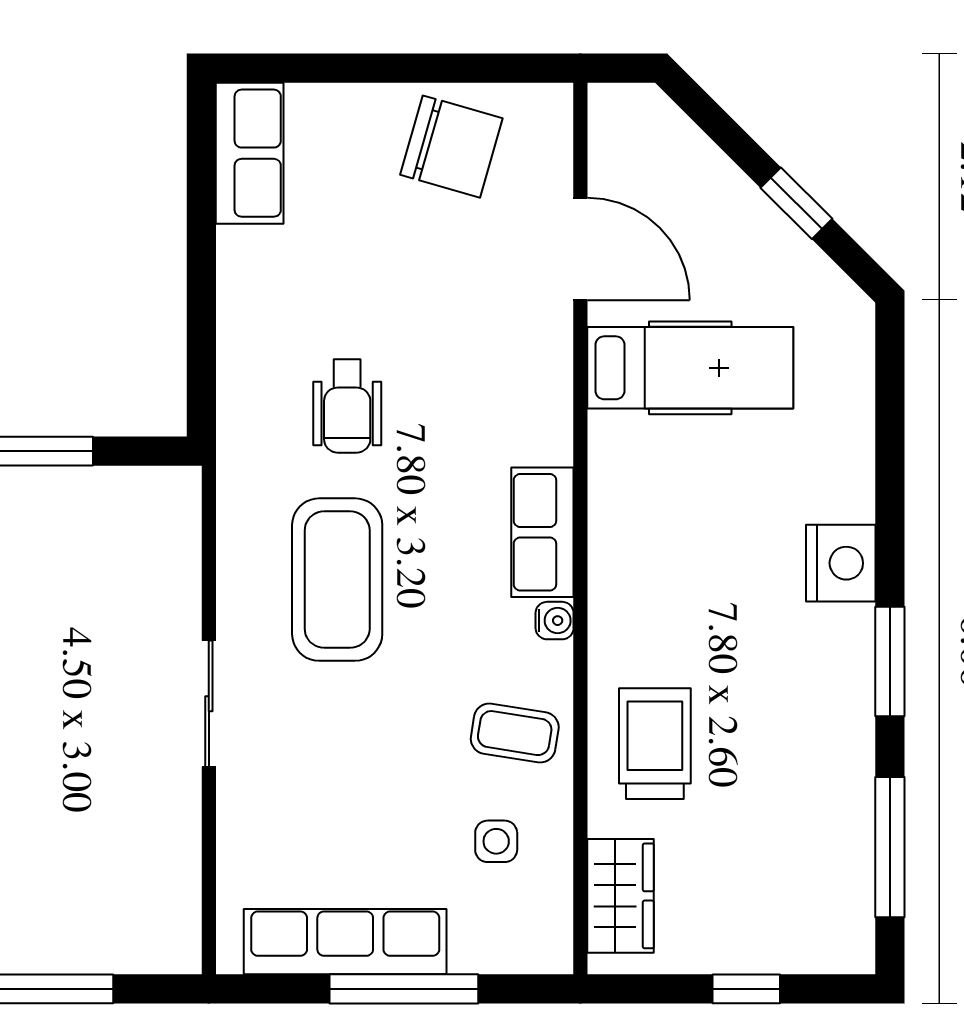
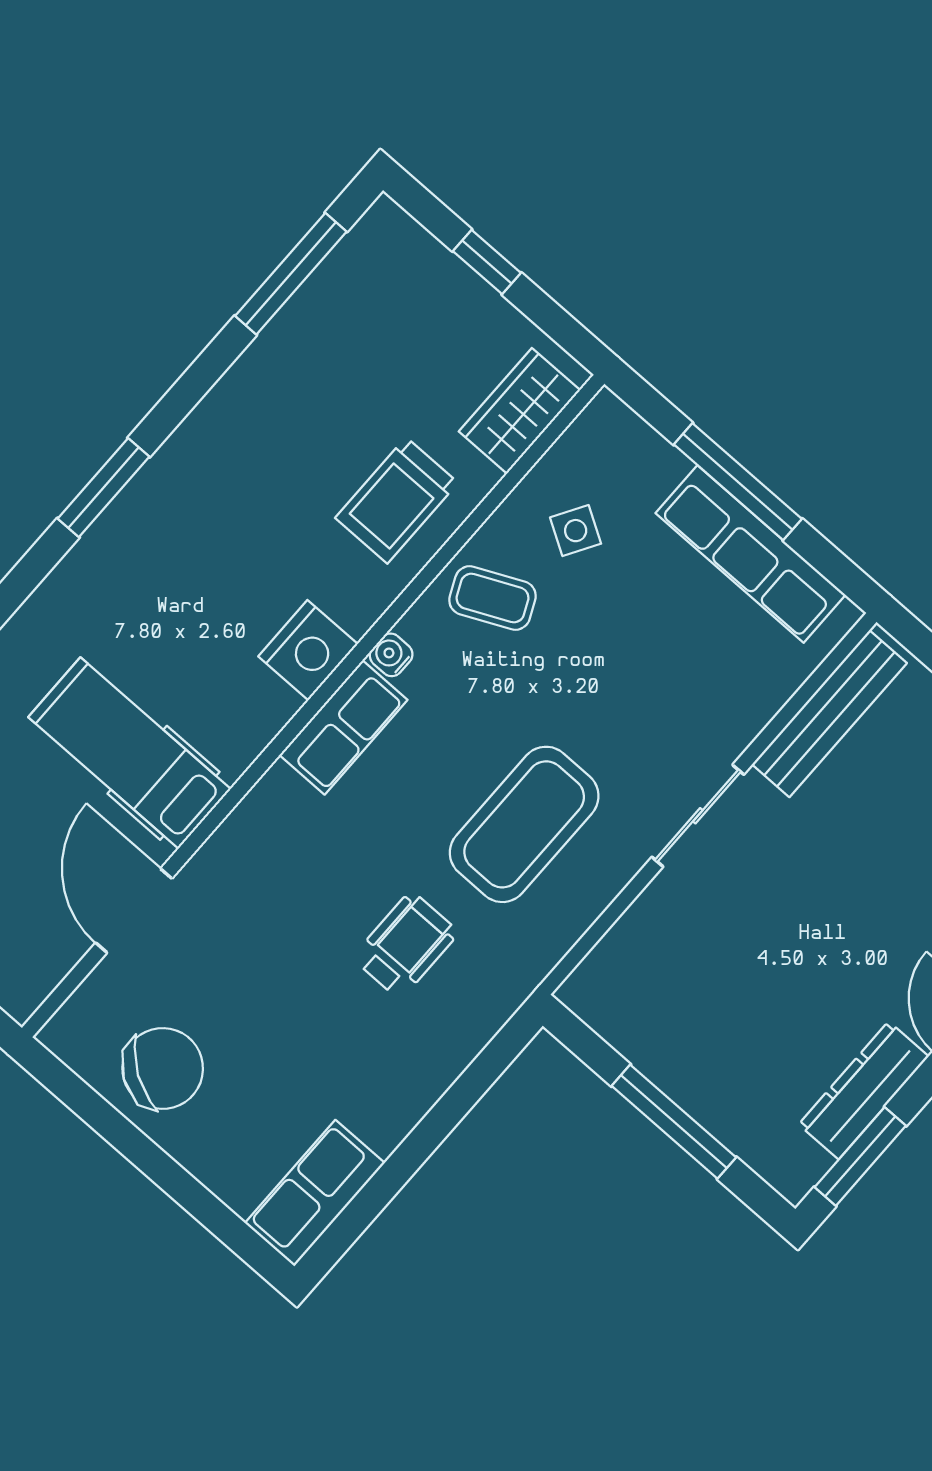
chair: (451, 147) -> (163, 1068), turned 107
nightstand: (841, 563) -> (308, 650), moved, turned 180
window: (890, 662) -> (104, 488), moved
coffee table: (515, 733) -> (493, 598), turned -34
side table: (496, 841) -> (576, 531), turned 31
bench: (176, 871) -> (829, 714), added

